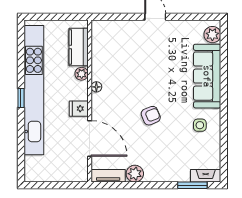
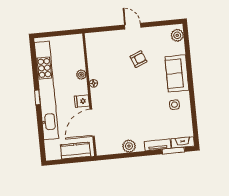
kitchen counter: (79, 47) -> (76, 151), moved, turned 90
sofa: (207, 76) -> (177, 73), width x0.73
armchair: (151, 116) -> (138, 59), moved
door: (90, 138) -> (92, 123), swing flipped
tv unit: (108, 176) -> (158, 145), moved

